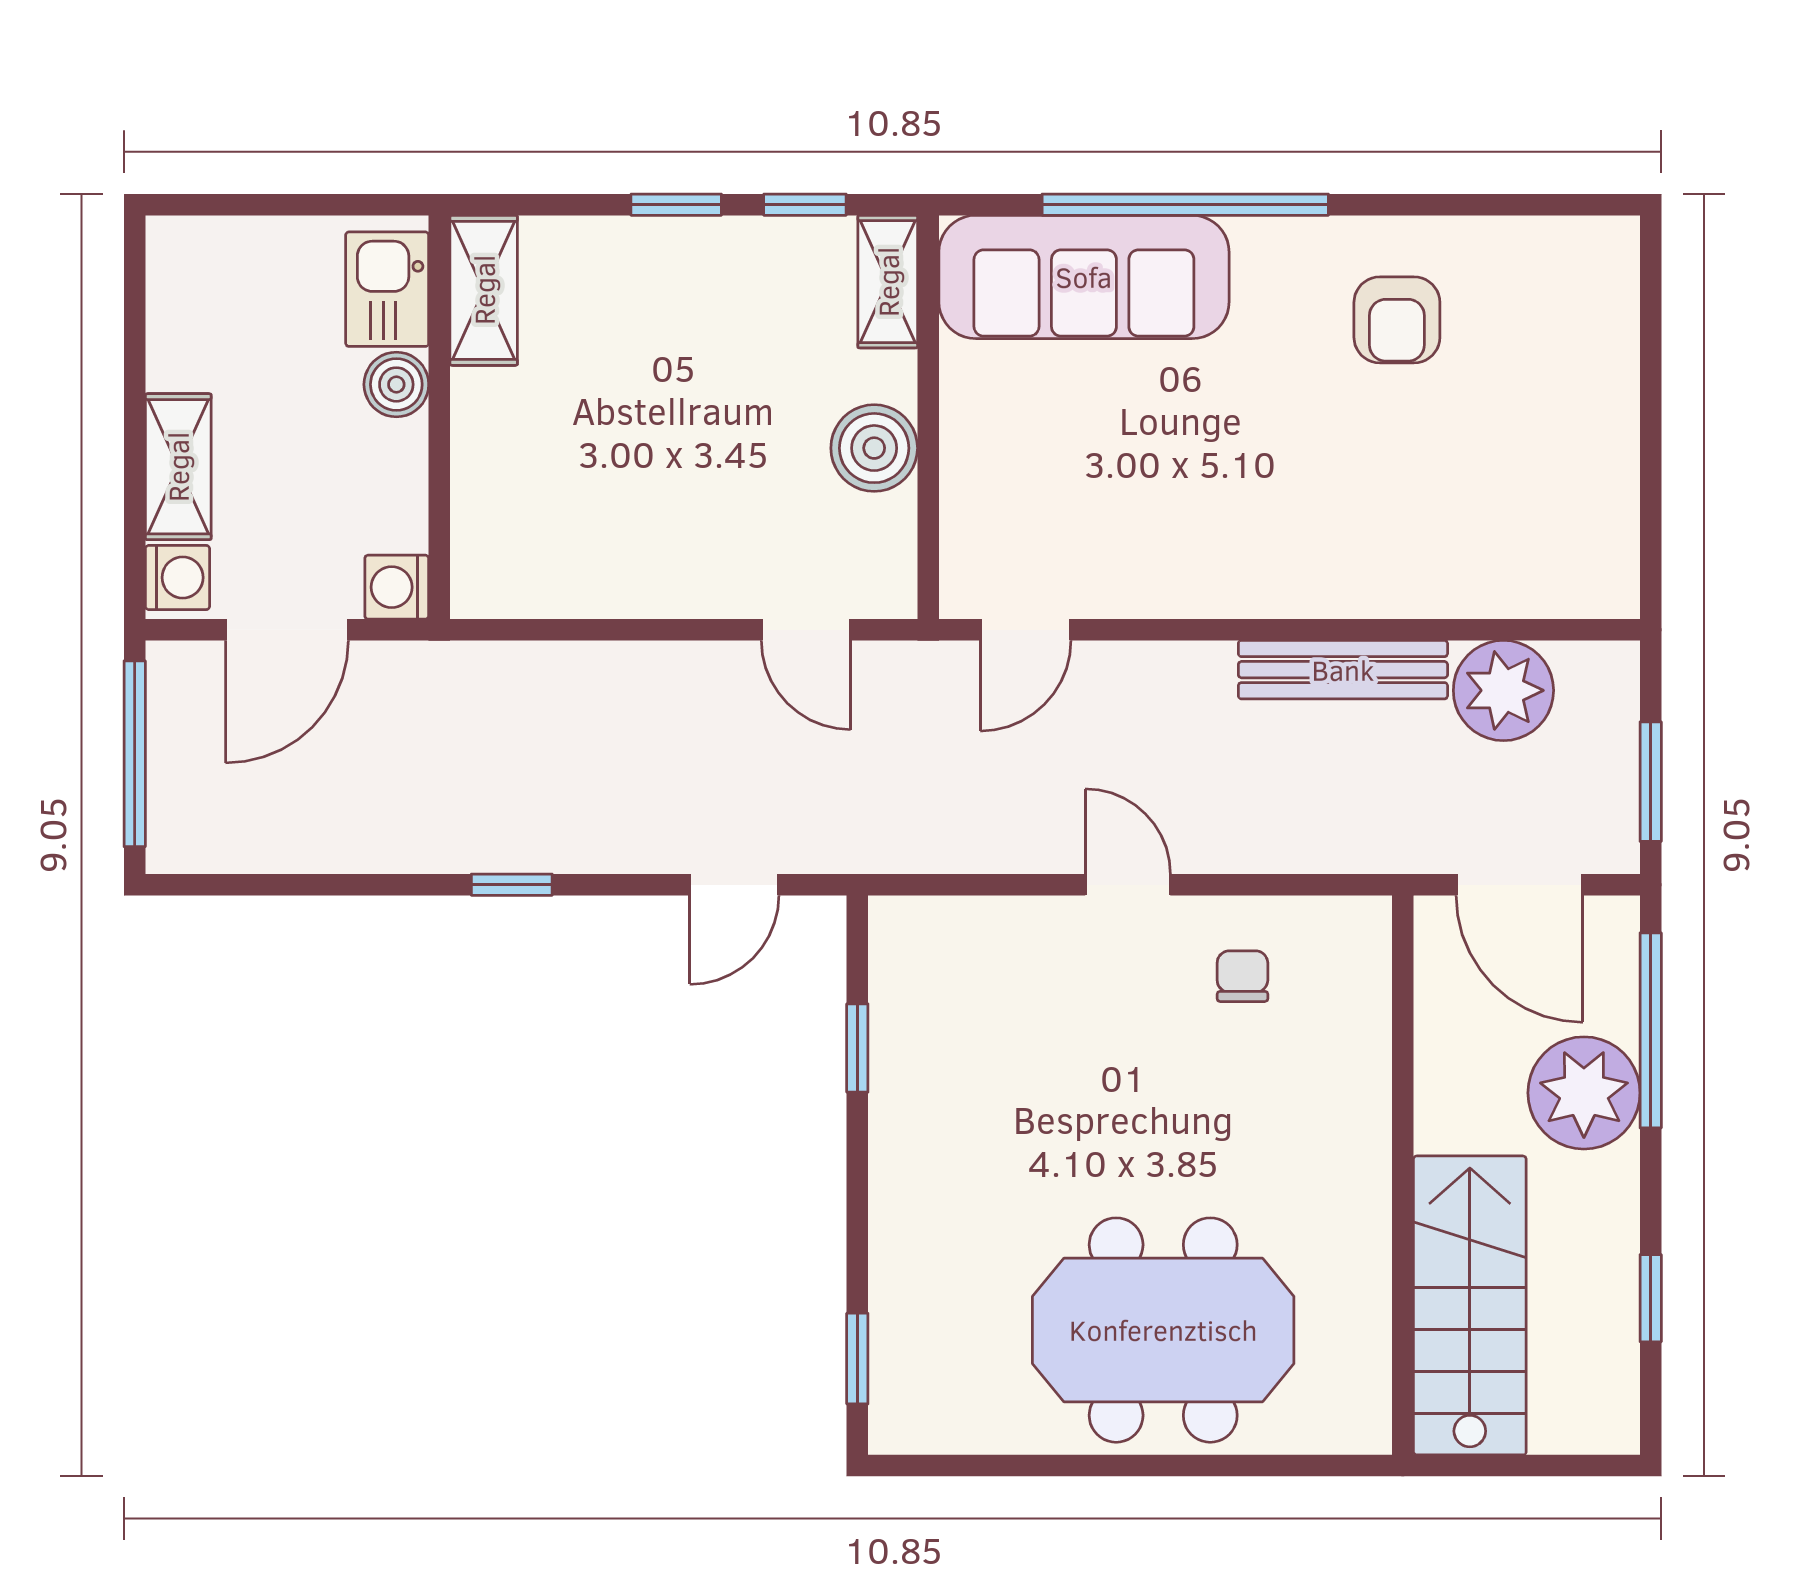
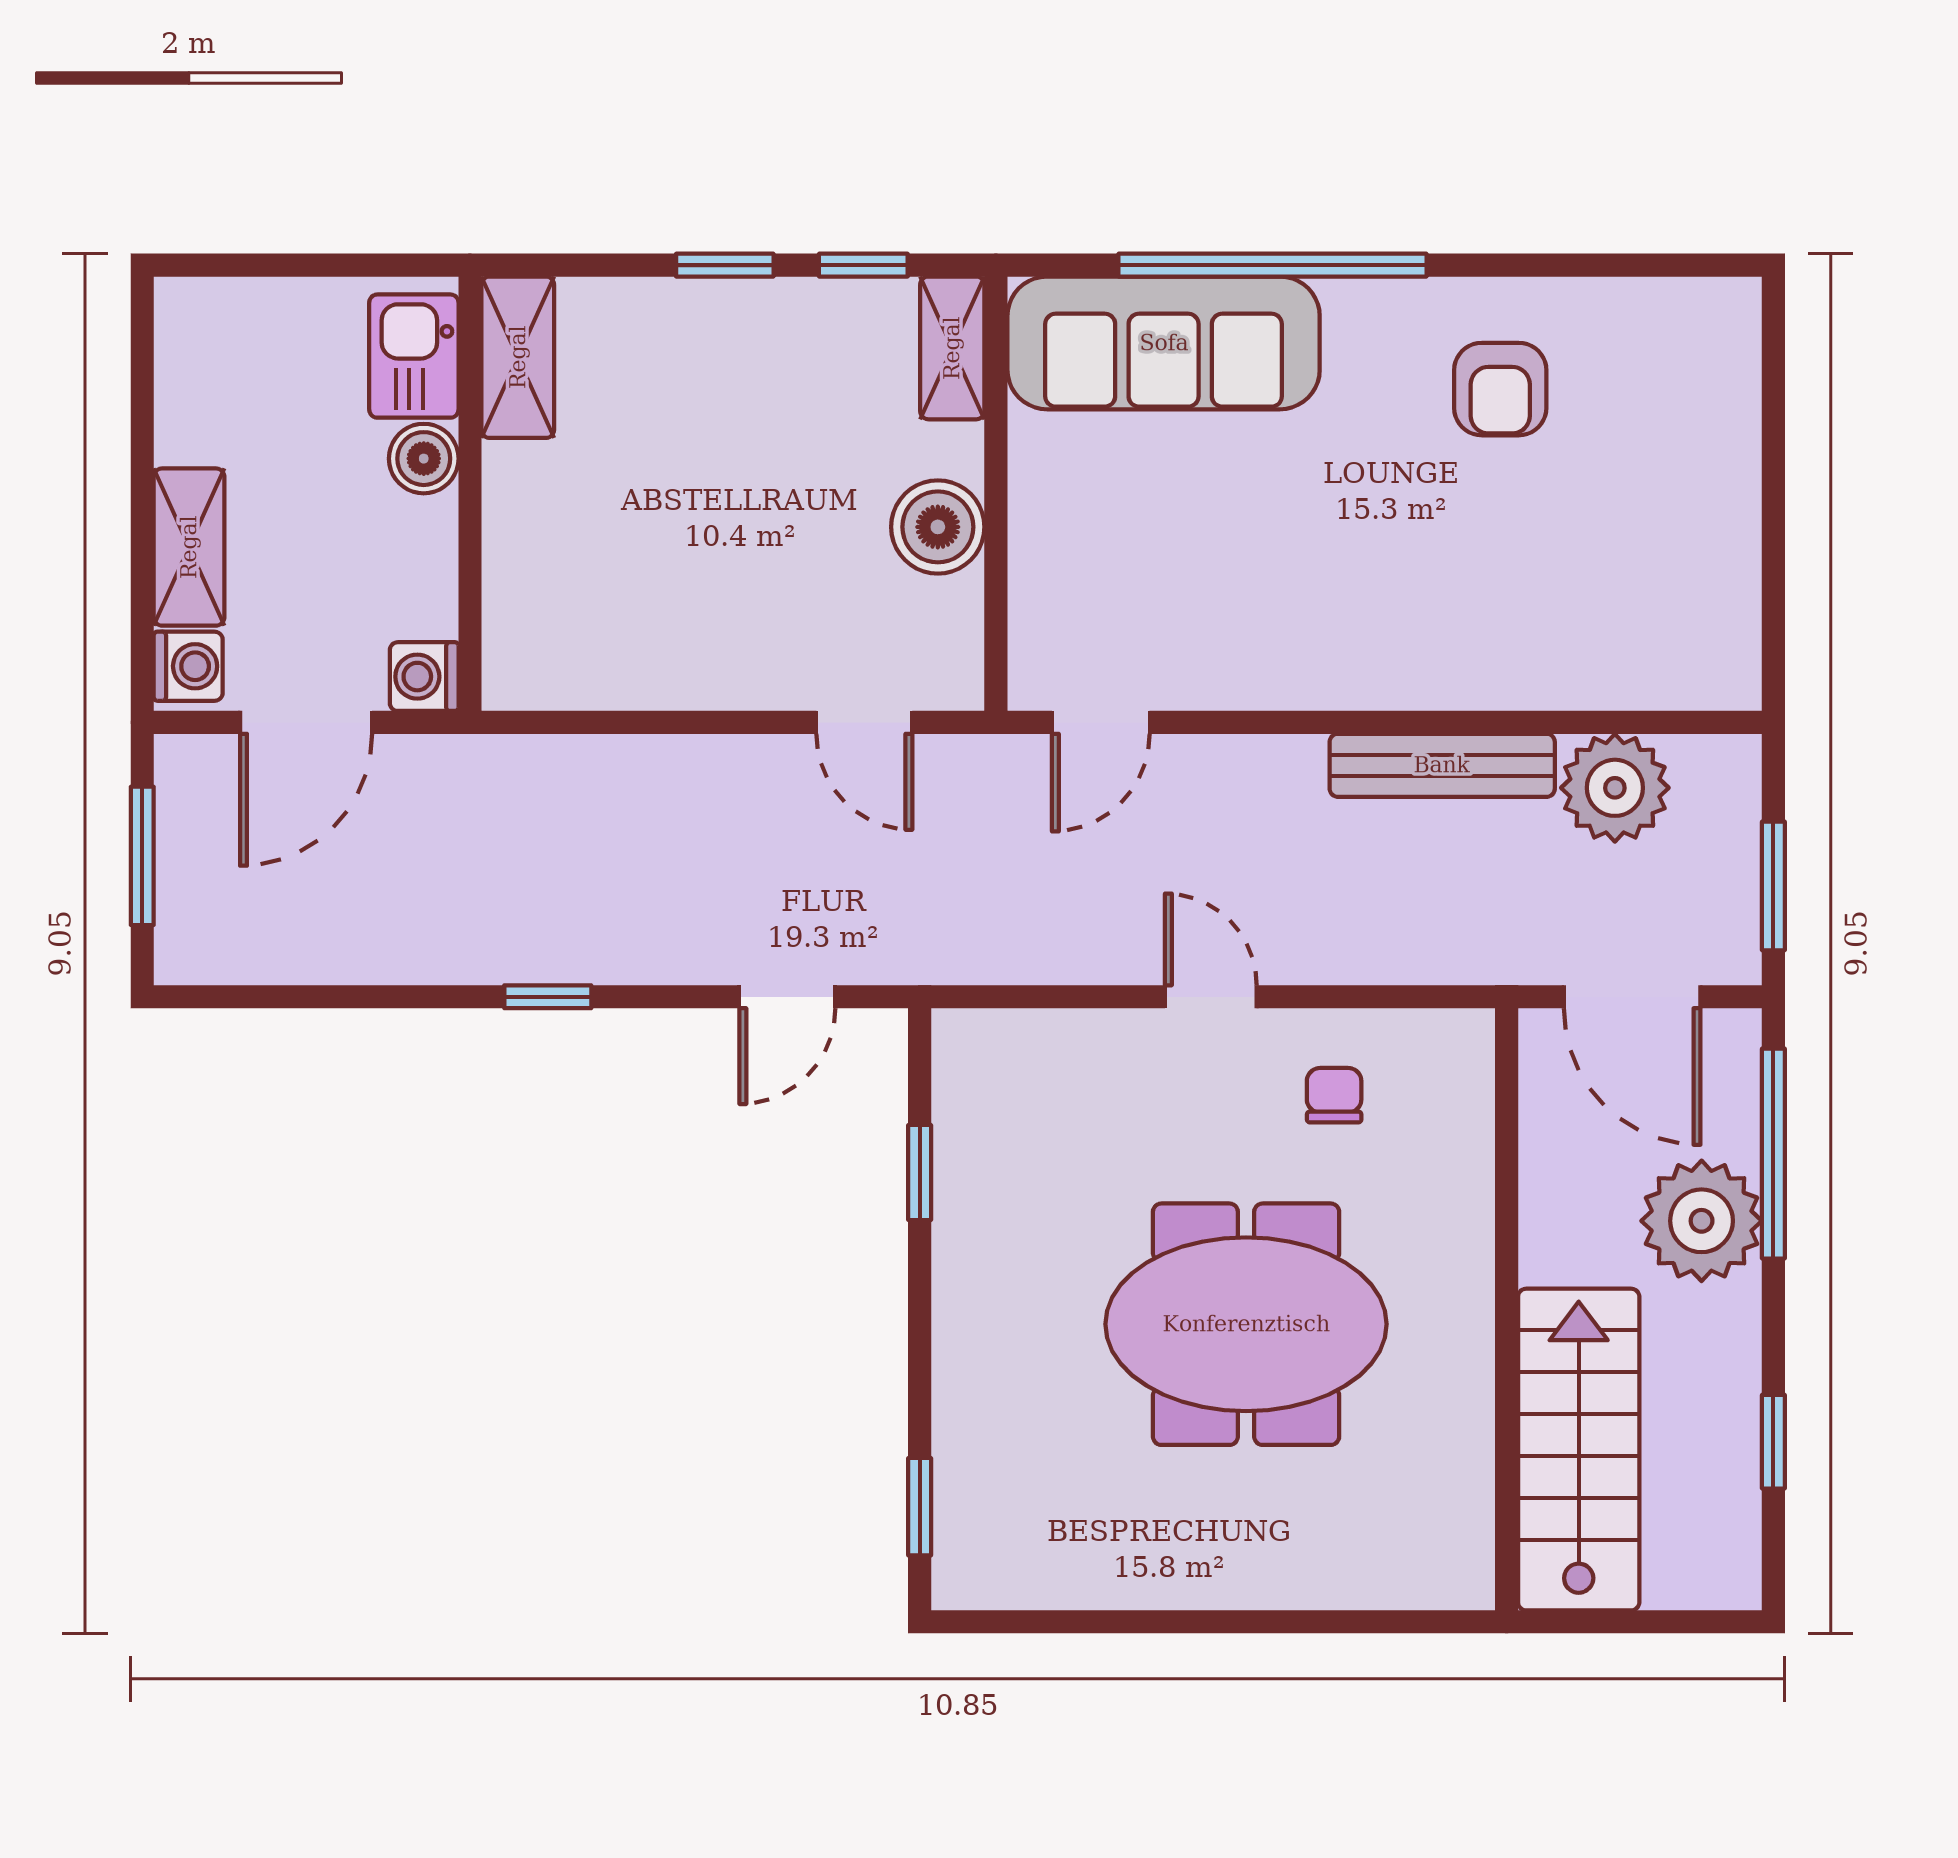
window: (135, 754) -> (142, 856), width x0.69
meeting table: (1163, 1330) -> (1246, 1324), moved

